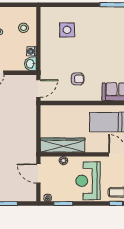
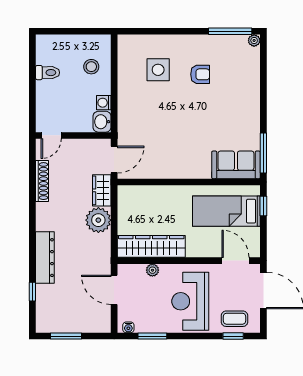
armchair: (78, 79) -> (200, 74), moved
wardrobe: (30, 109) -> (102, 190), added
plant: (28, 128) -> (98, 220), added

